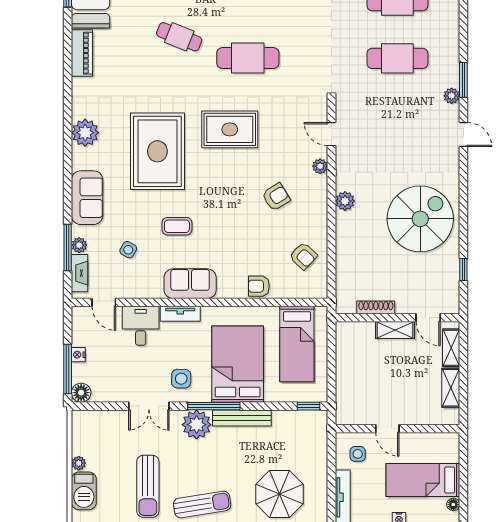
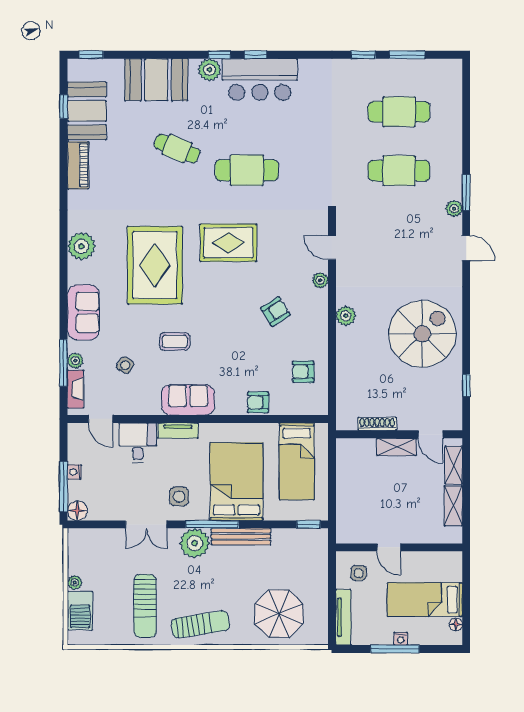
armchair: (303, 256) -> (303, 372), turned 137

